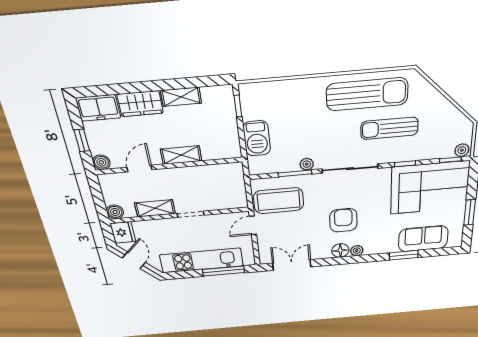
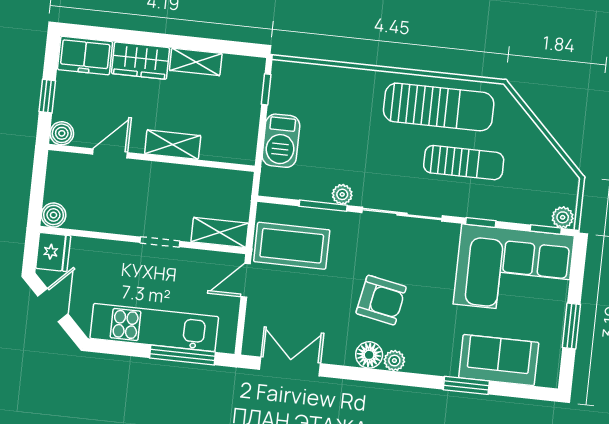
sun lounger: (389, 128) -> (464, 163), turned 180
shelving: (155, 208) -> (220, 233), moved
armchair: (343, 220) -> (381, 300), turned 101

